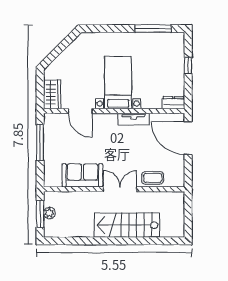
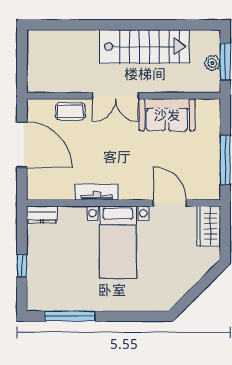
door: (188, 138) -> (22, 145), moved
stairs: (127, 225) -> (144, 46), moved

